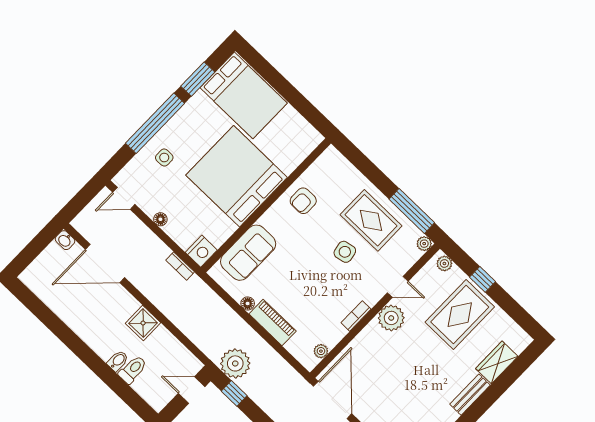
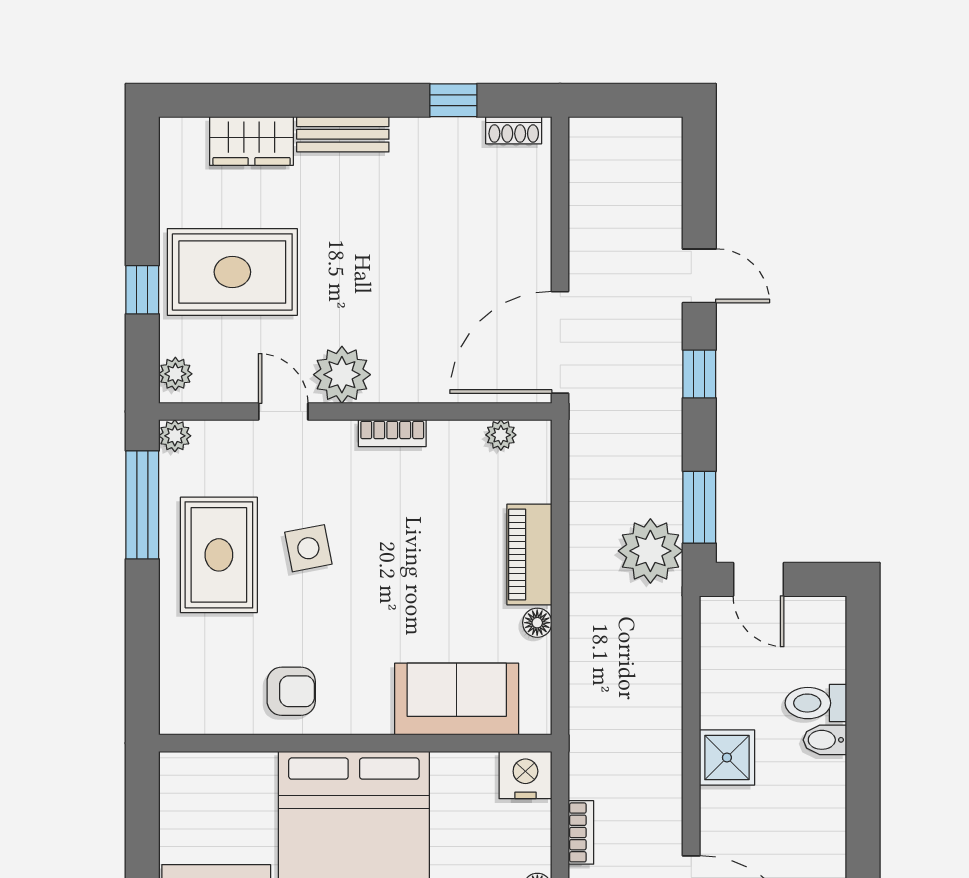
bookcase: (180, 266) -> (581, 832), moved
window: (234, 393) -> (699, 507), width x1.50

